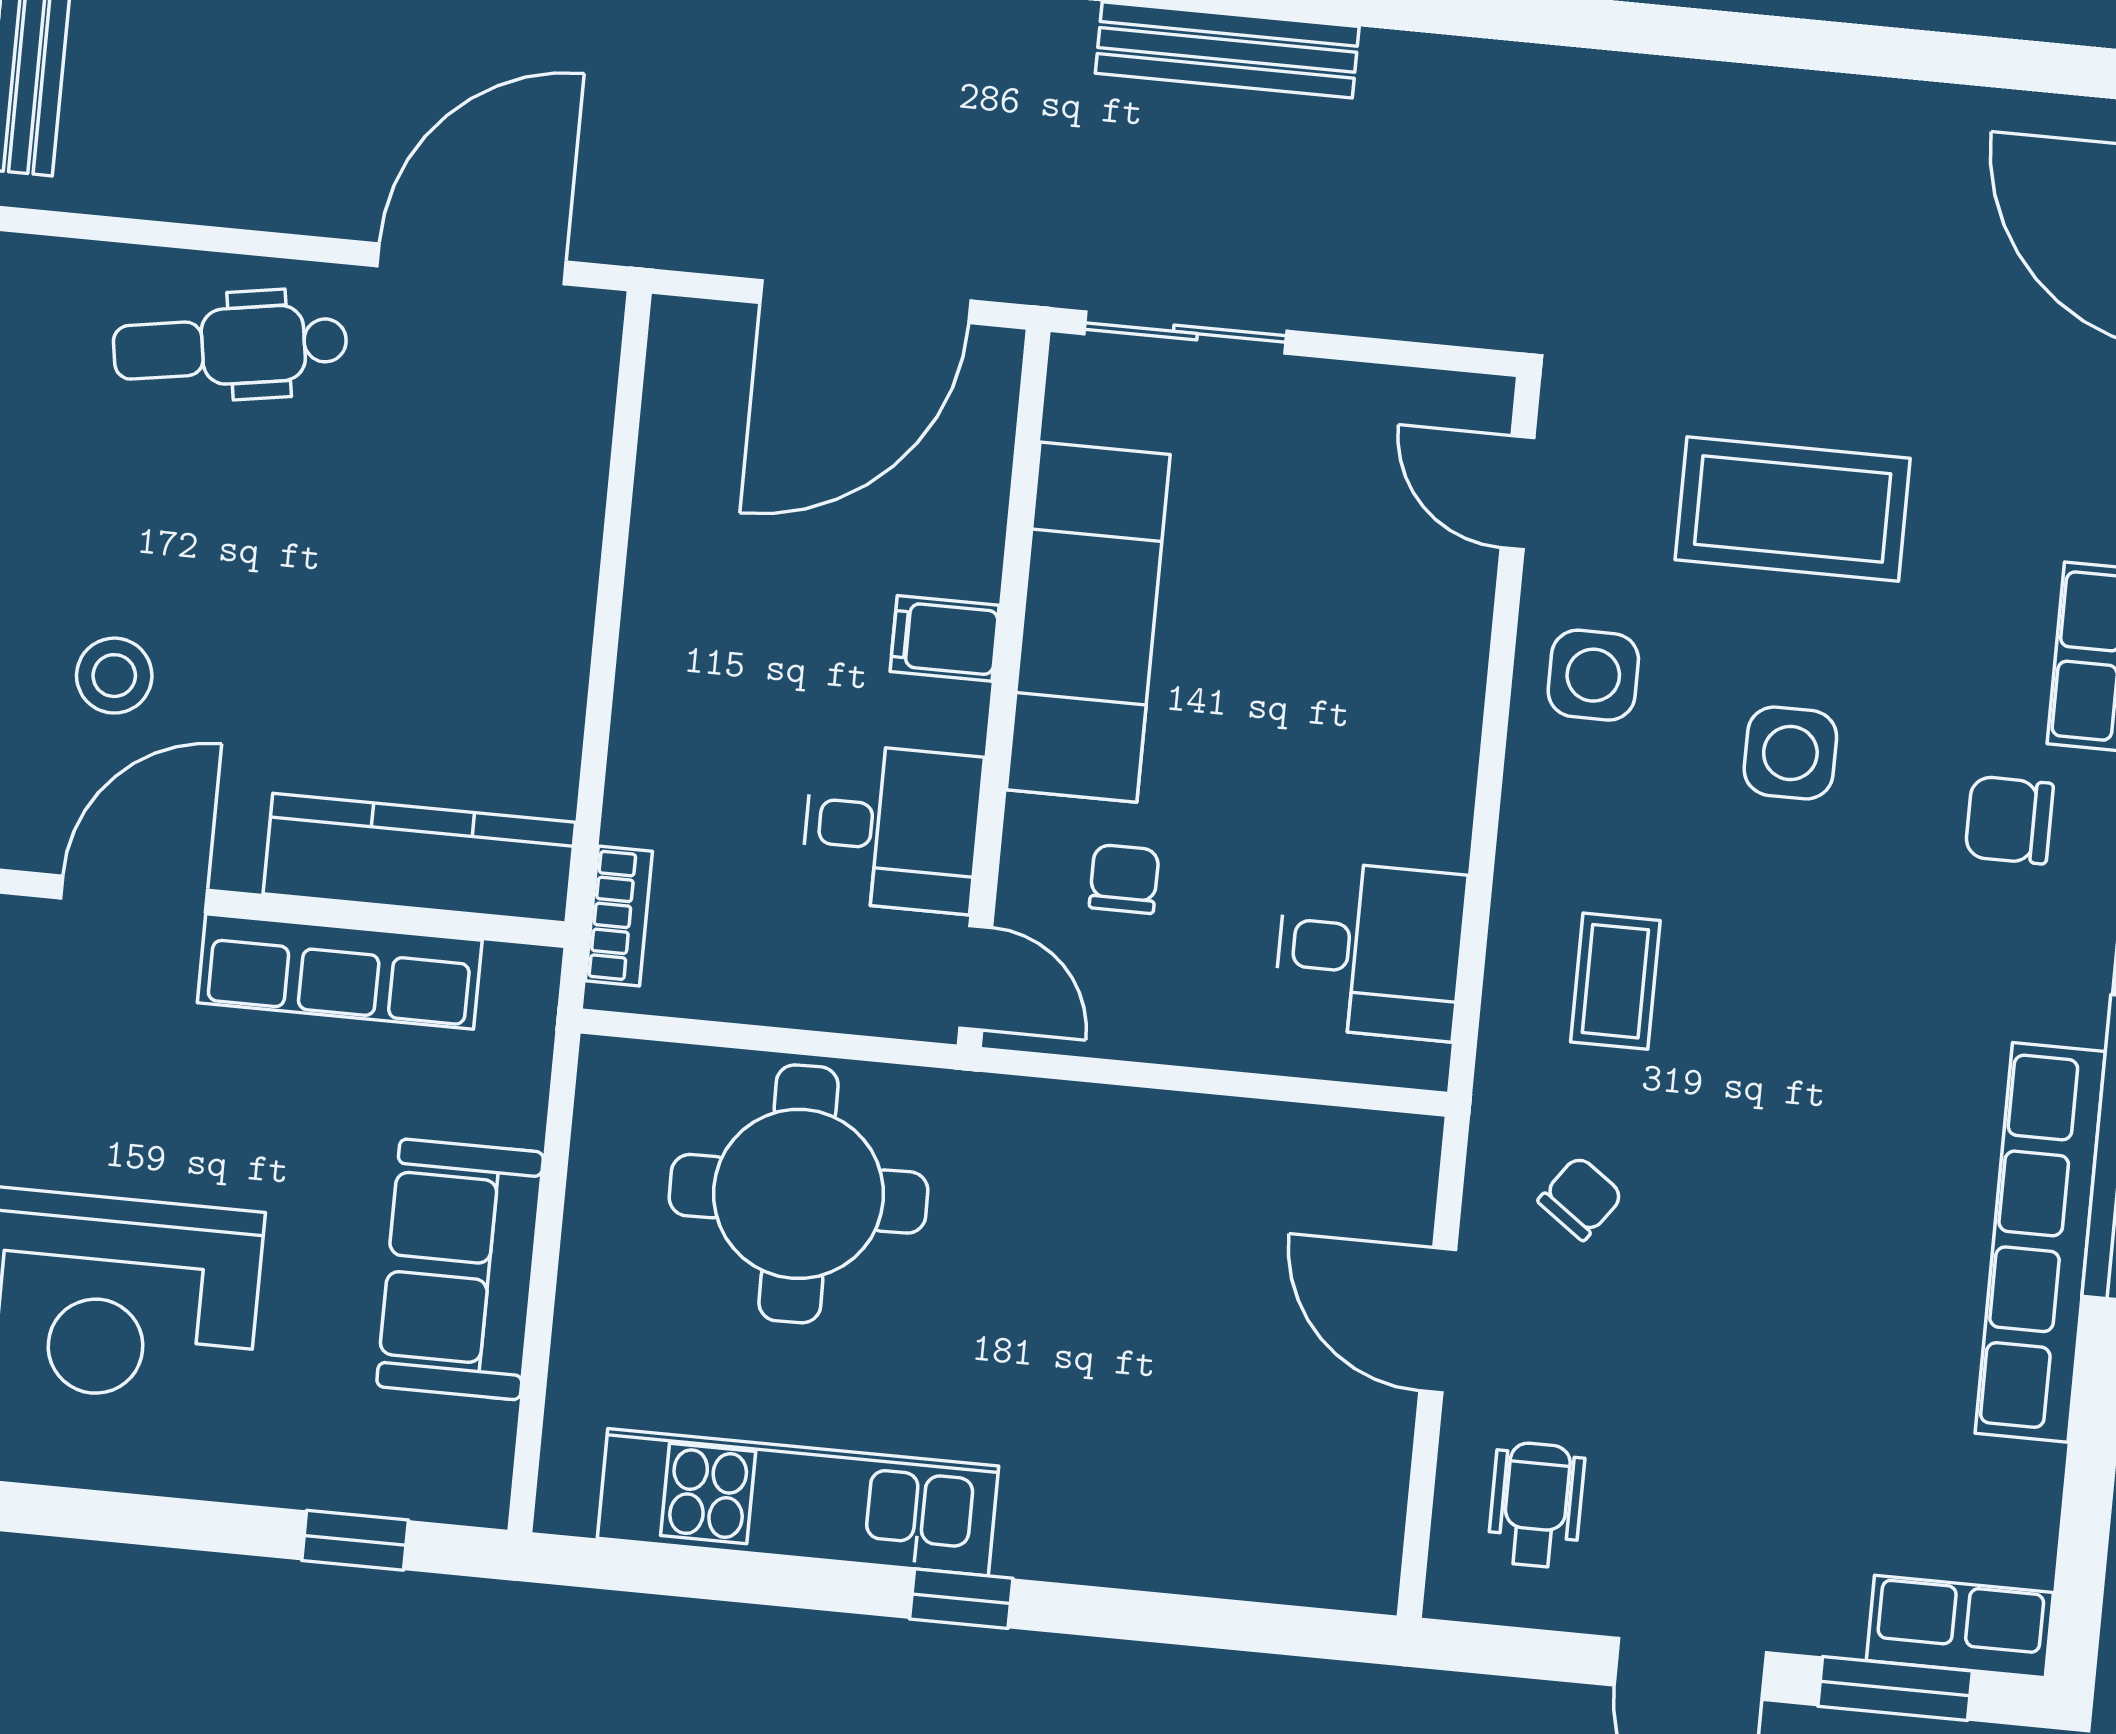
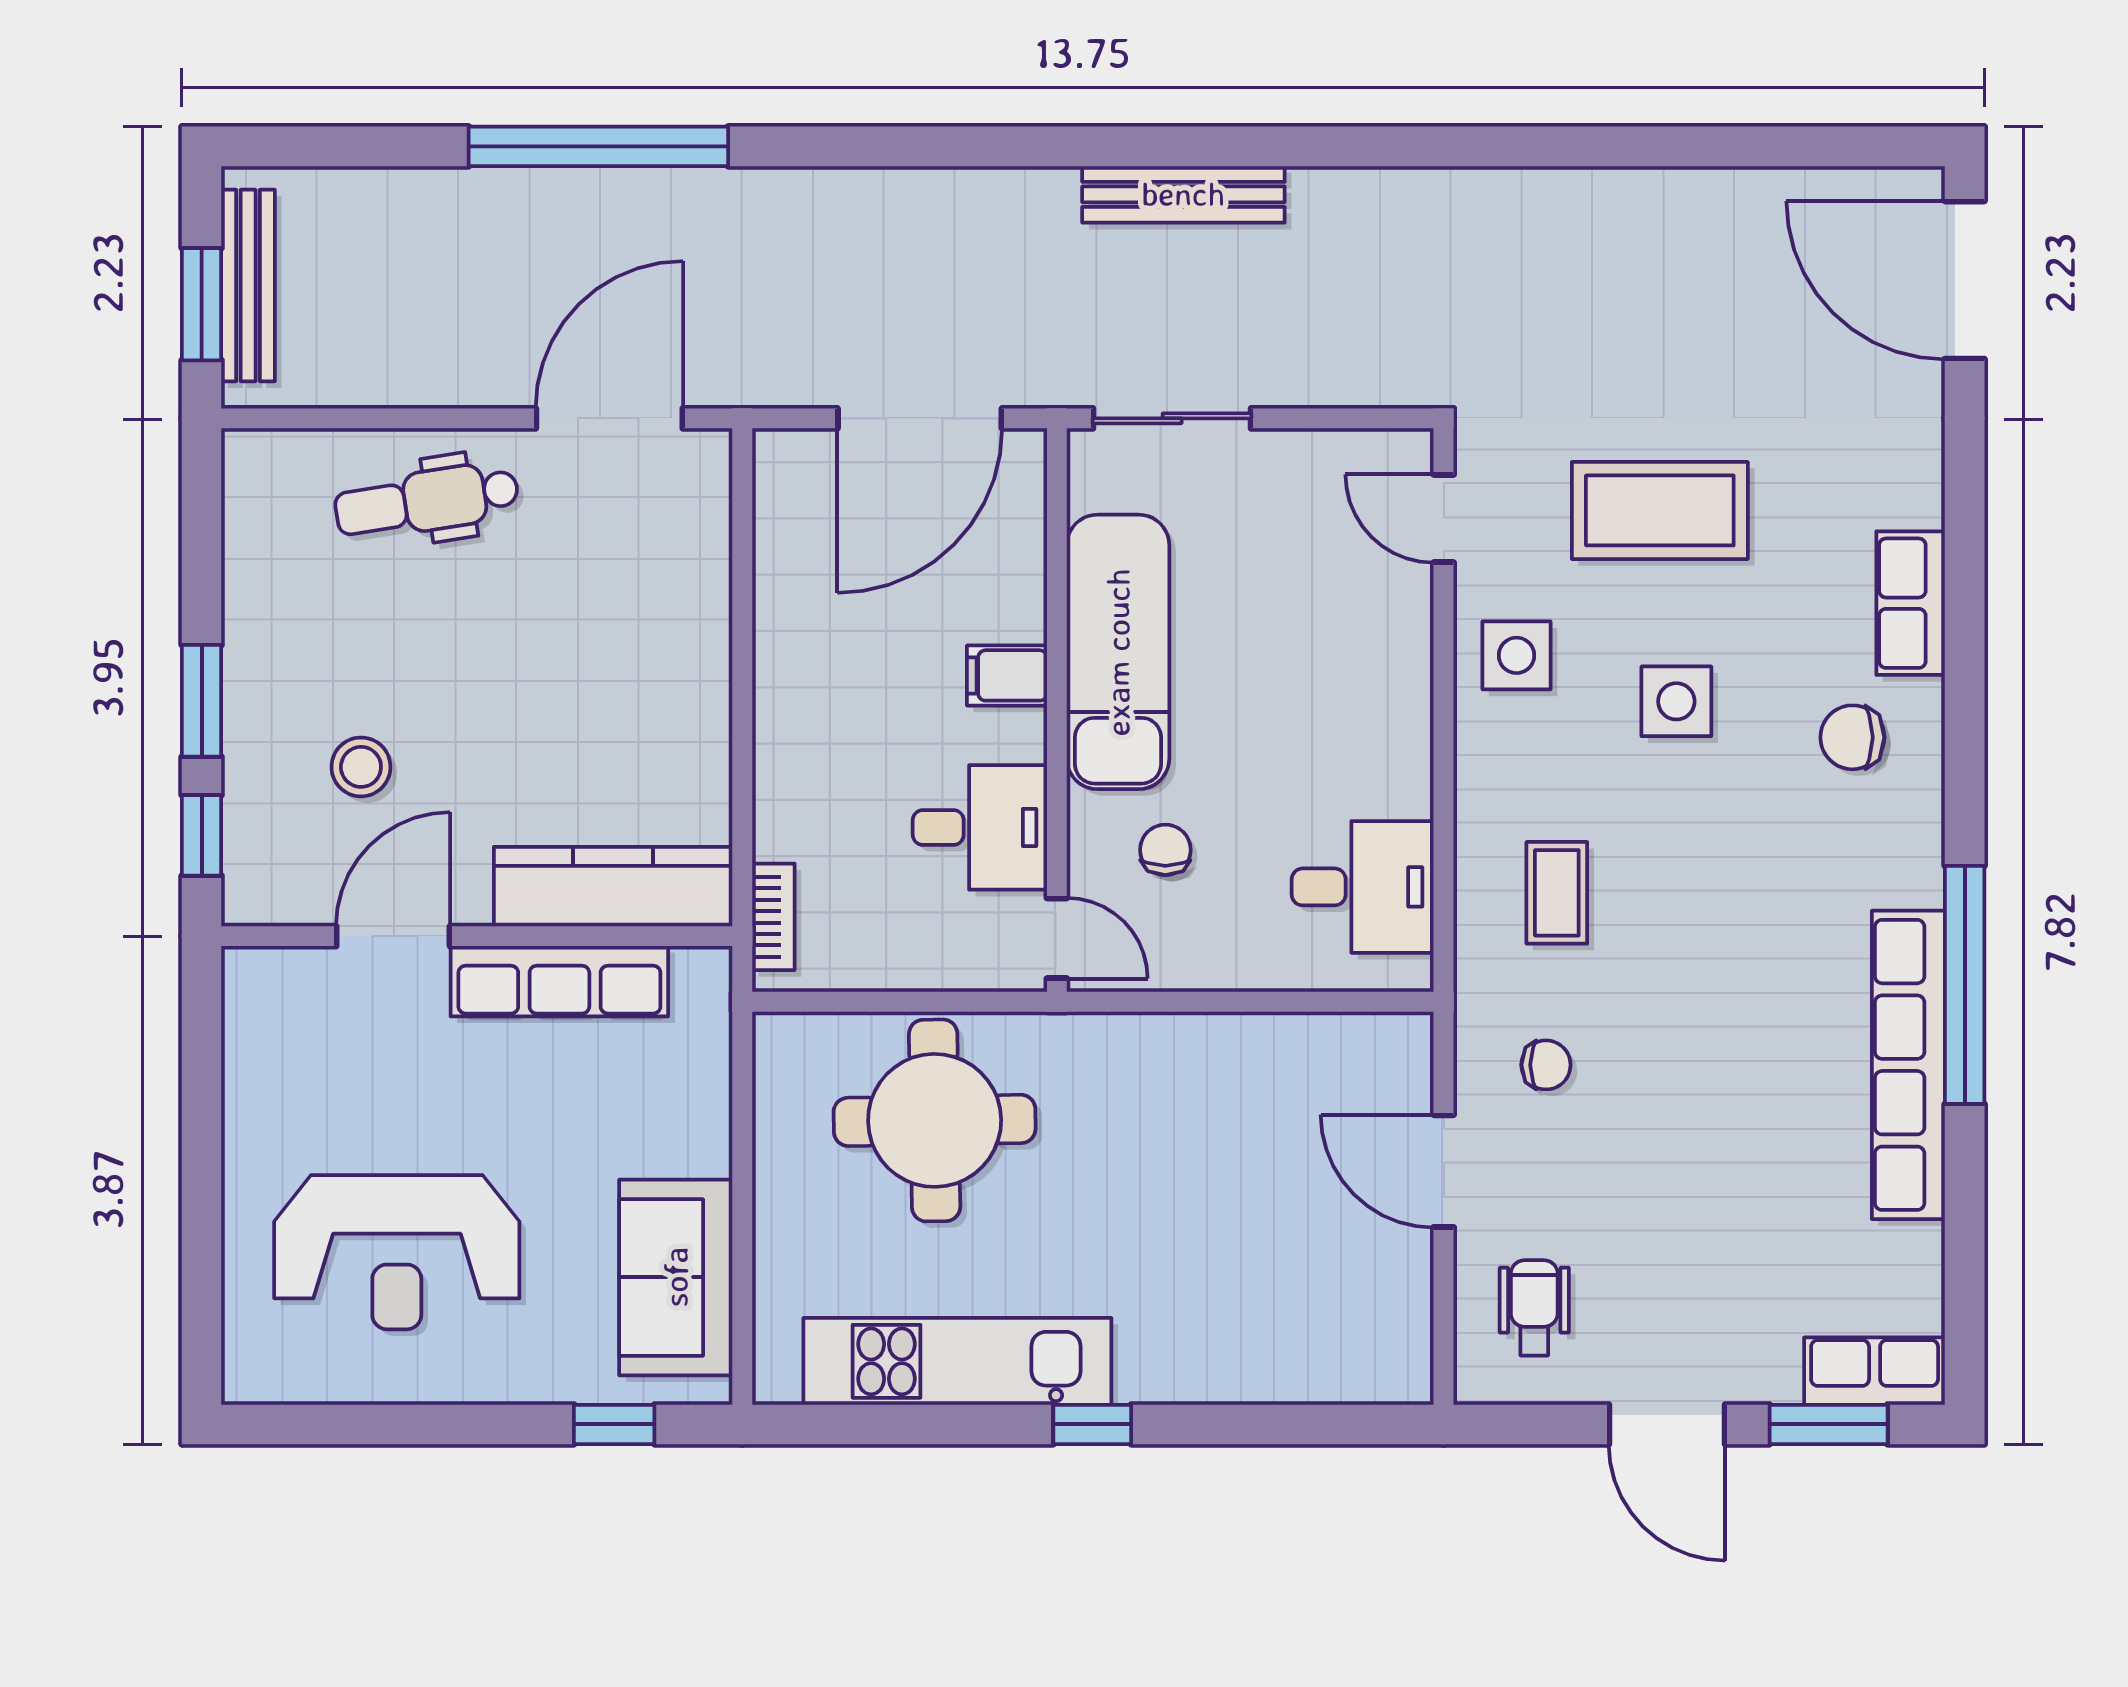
chair: (1581, 1198) -> (1546, 1065), turned 54
sofa: (460, 1269) -> (676, 1277), moved

